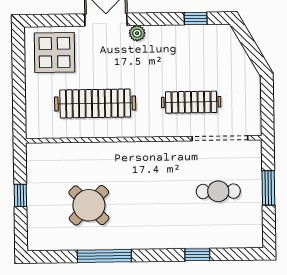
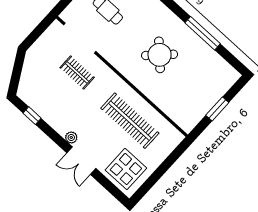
clothes rail: (191, 102) -> (77, 72), width x0.73
window: (20, 195) -> (217, 109), width x1.50
round table: (89, 205) -> (160, 55), moved

